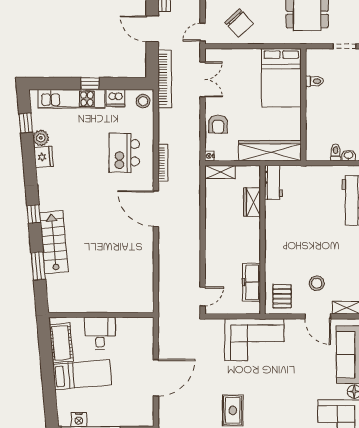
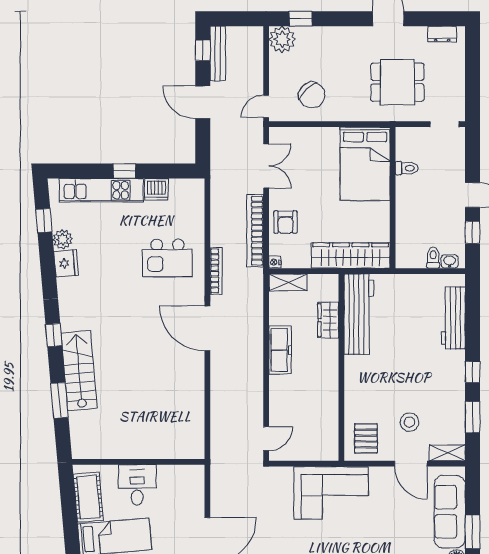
bookcase: (165, 79) -> (255, 231), moved, turned 180
stool: (143, 101) -> (191, 193), removed
kitchen island: (124, 153) -> (168, 258), turned -90
workbench: (274, 182) -> (359, 314), width x1.88, depth x1.32
freezer: (251, 282) -> (280, 350), moved, turned 180

